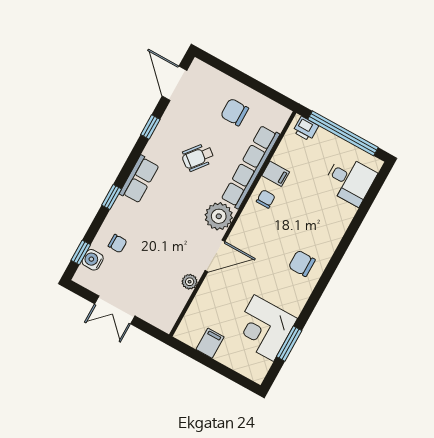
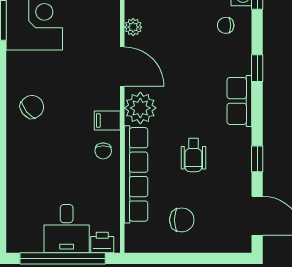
wheelchair: (198, 157) -> (193, 155), turned 141
filing cabinet: (276, 174) -> (107, 121), moved
desk: (350, 180) -> (67, 229), moved, turned -90
door: (215, 256) -> (122, 67), swing flipped
chair: (302, 263) -> (32, 107), turned -39

